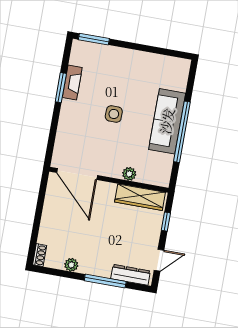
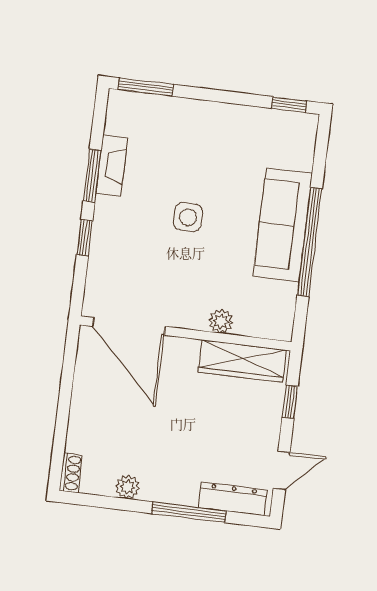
window: (174, 53) -> (289, 105), added
window: (55, 122) -> (85, 238), added

